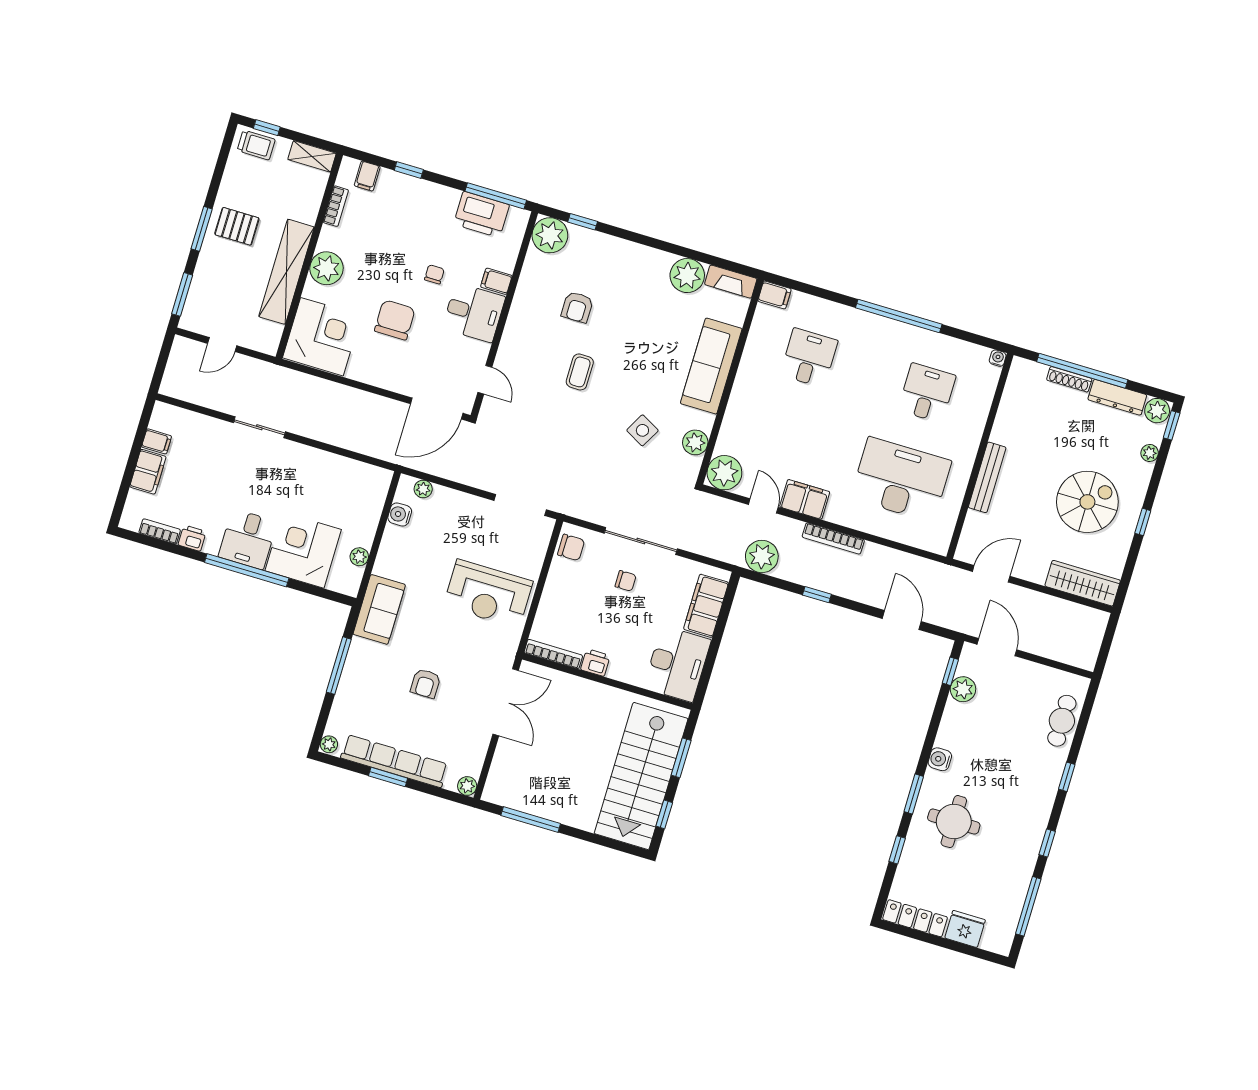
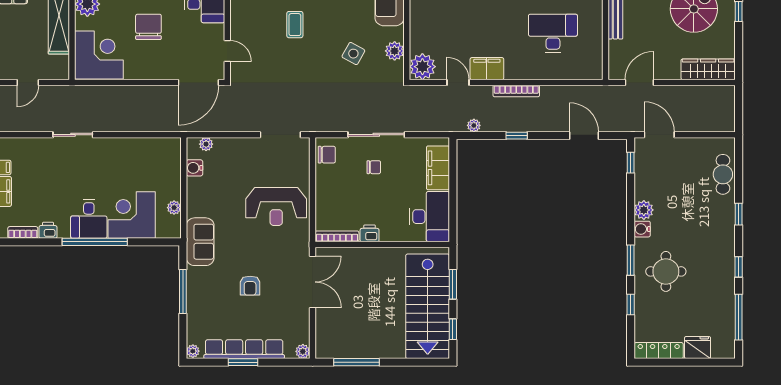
desk: (901, 480) -> (553, 33), width x0.73, depth x0.77
plant: (762, 556) -> (474, 125), width x0.53, depth x0.53
plant: (963, 689) -> (644, 210), moved

